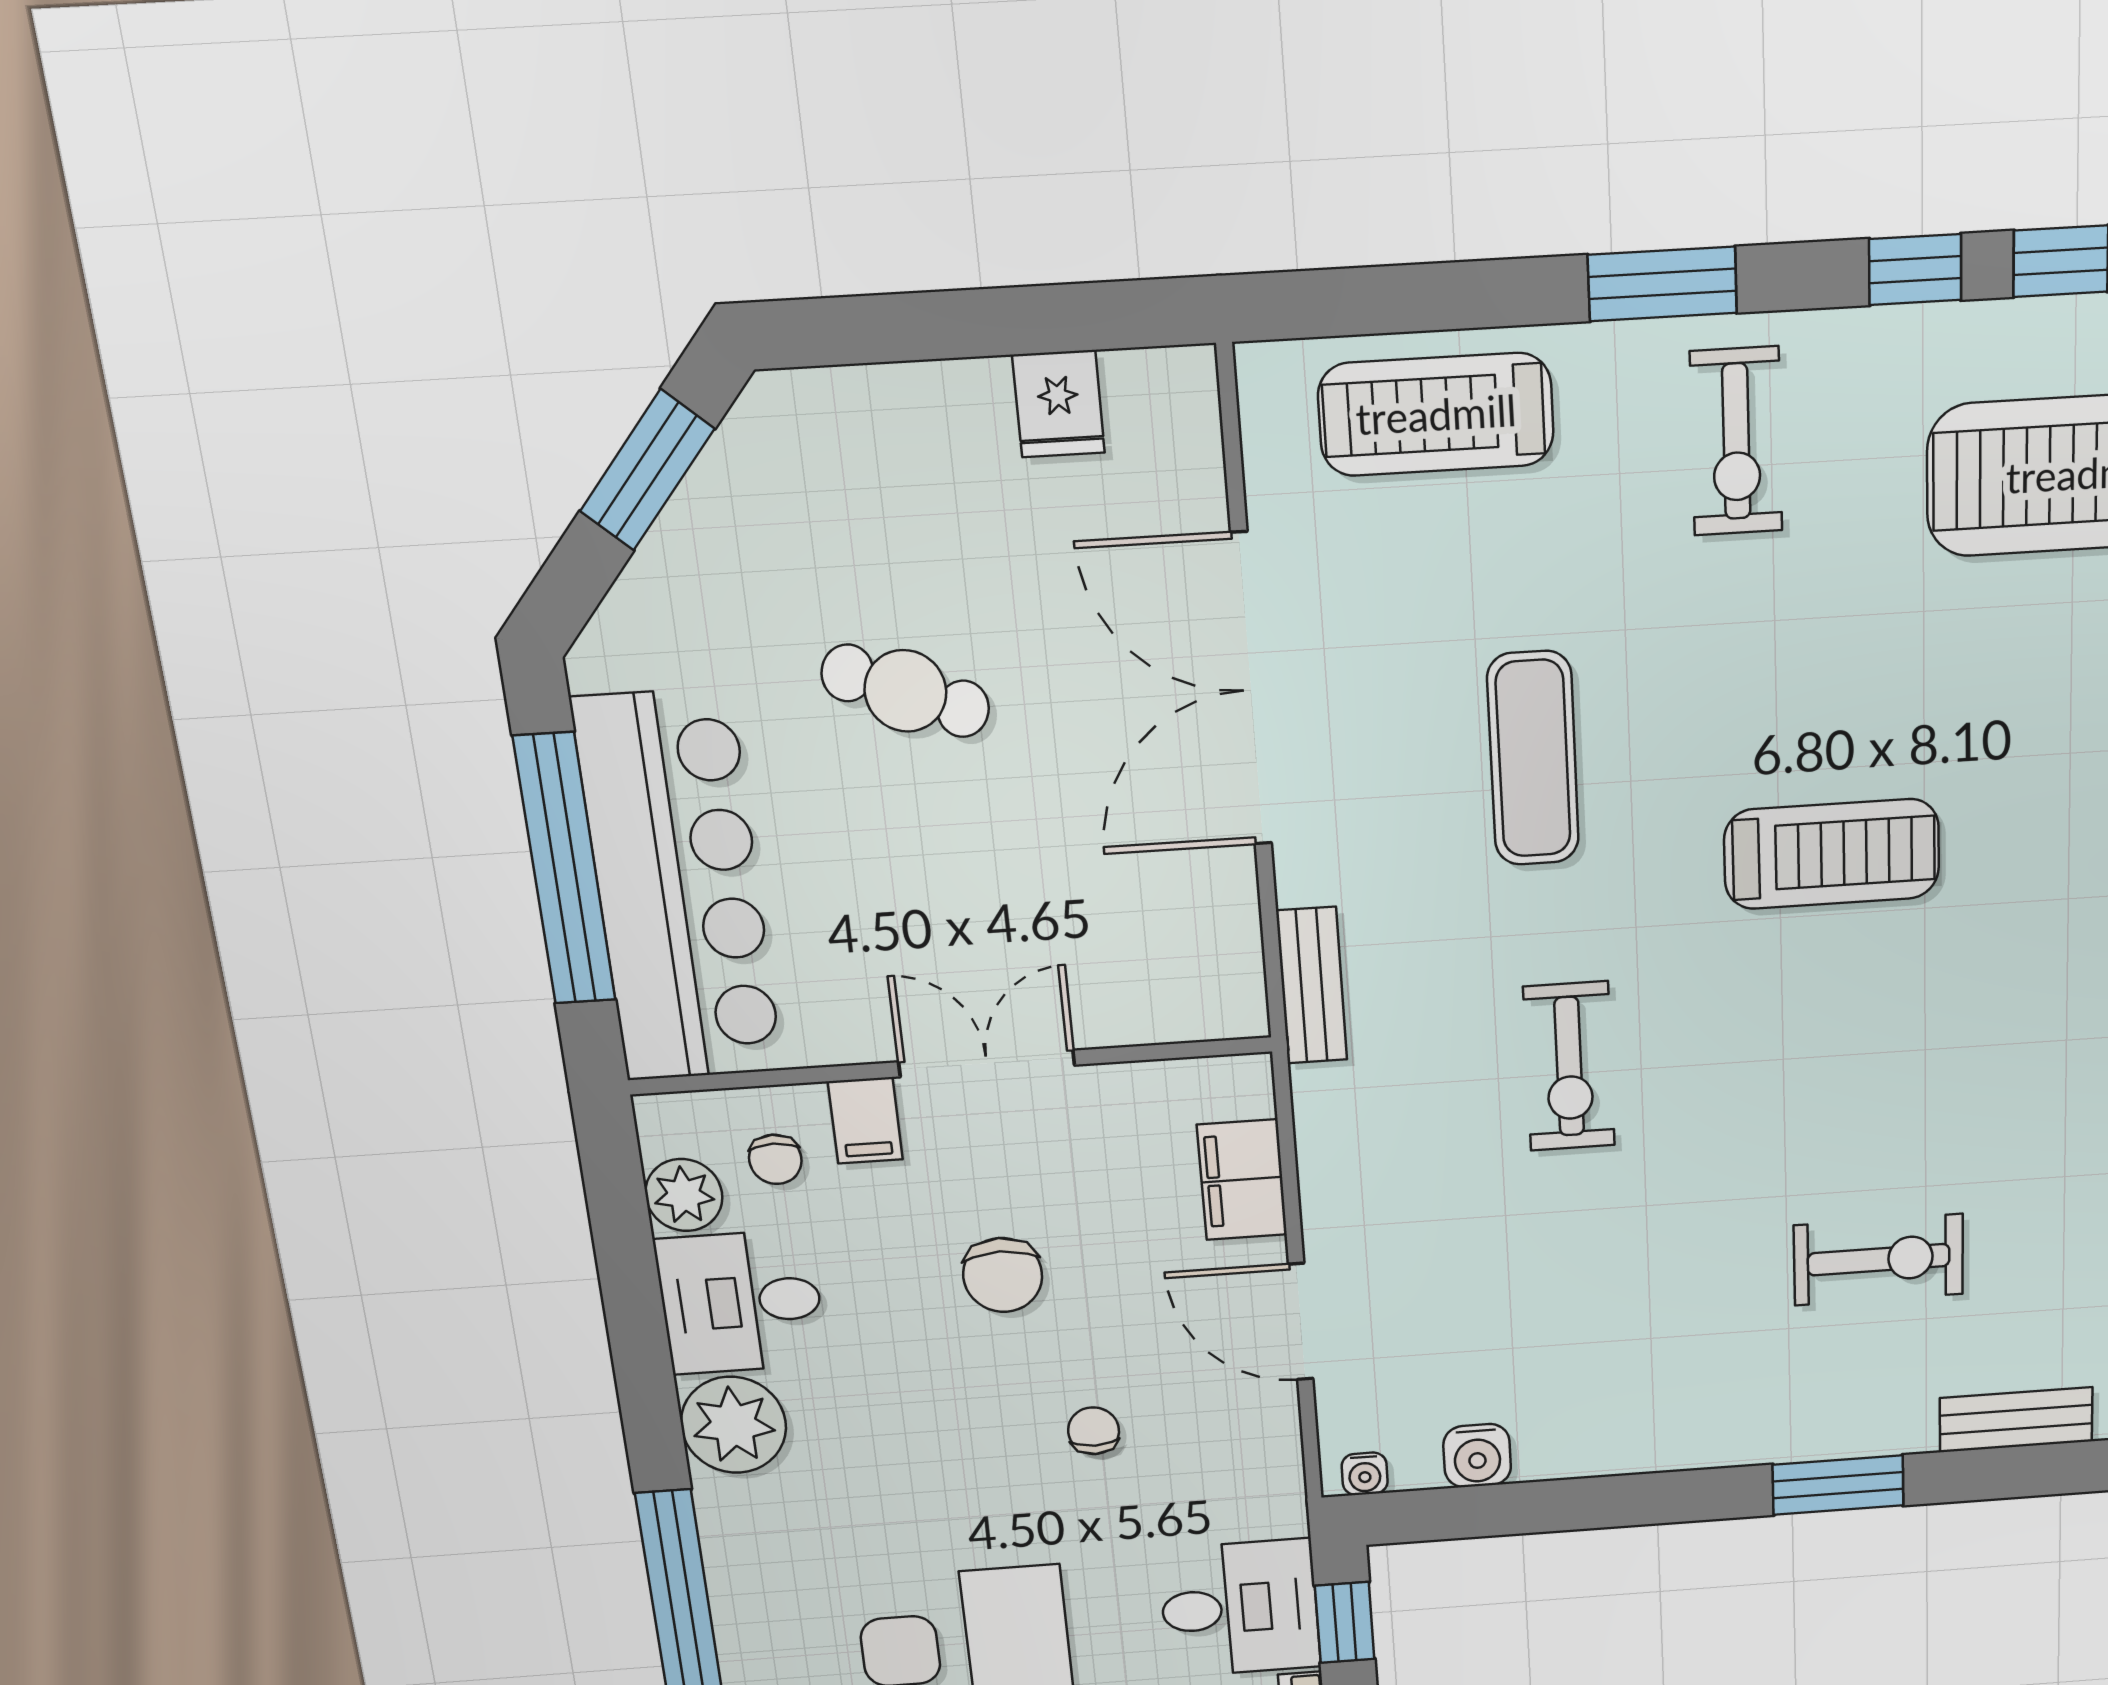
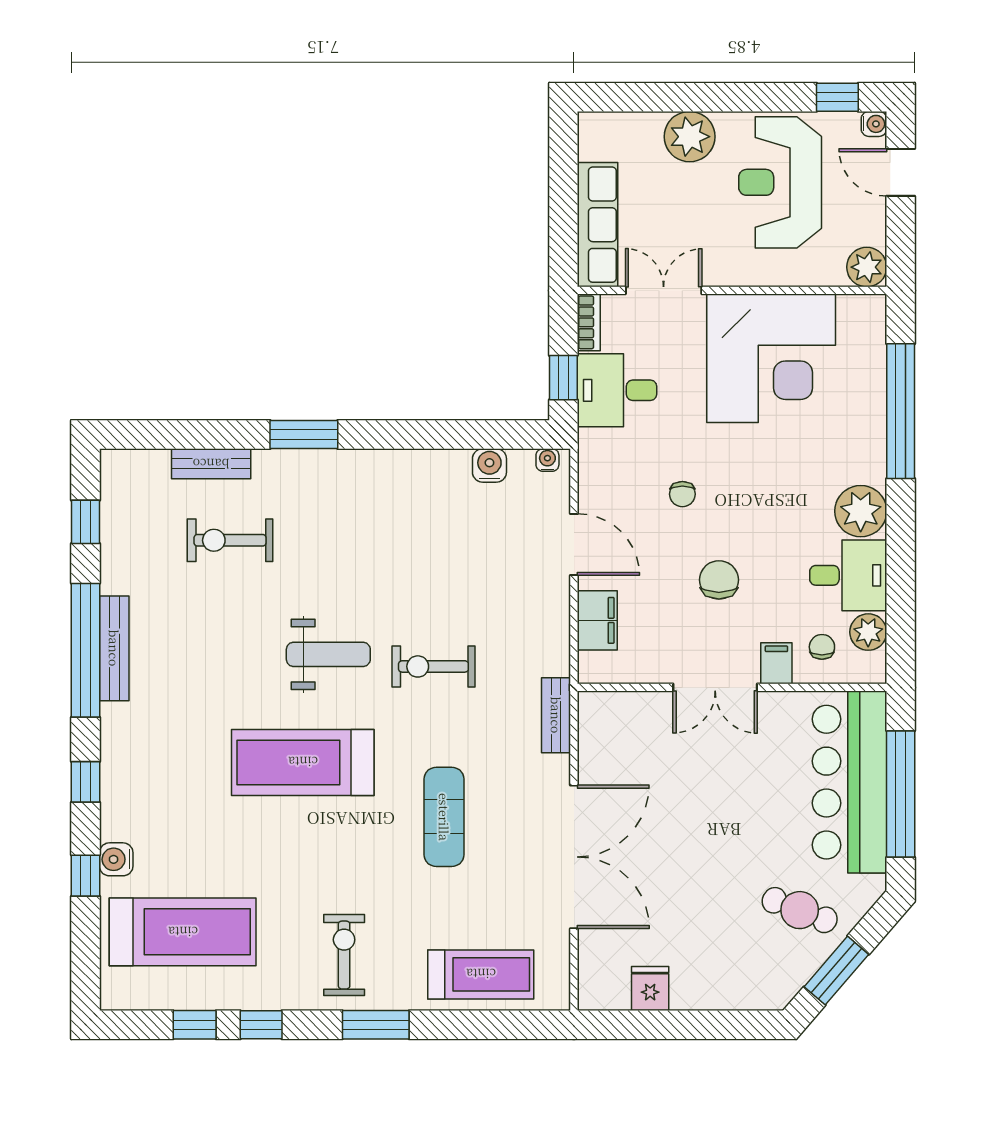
cafe table: (905, 691) -> (800, 910), moved
treadmill: (1832, 854) -> (303, 762), width x1.37, depth x1.37
exercise bike: (1569, 1066) -> (433, 666), turned -90
weight bench: (1783, 1076) -> (328, 654), added
exercise bike: (1879, 1260) -> (230, 540), moved

